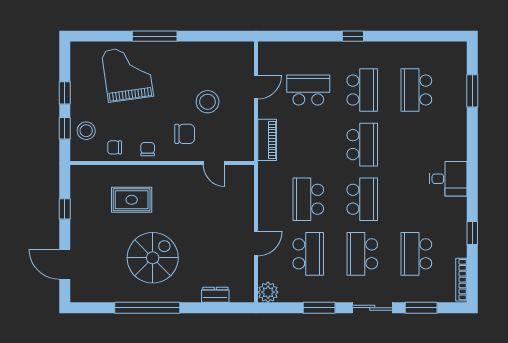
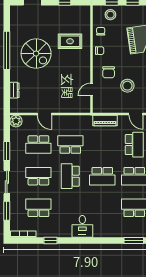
school desk: (362, 199) -> (70, 176), turned 90
rug: (132, 200) -> (70, 41), turned 90

